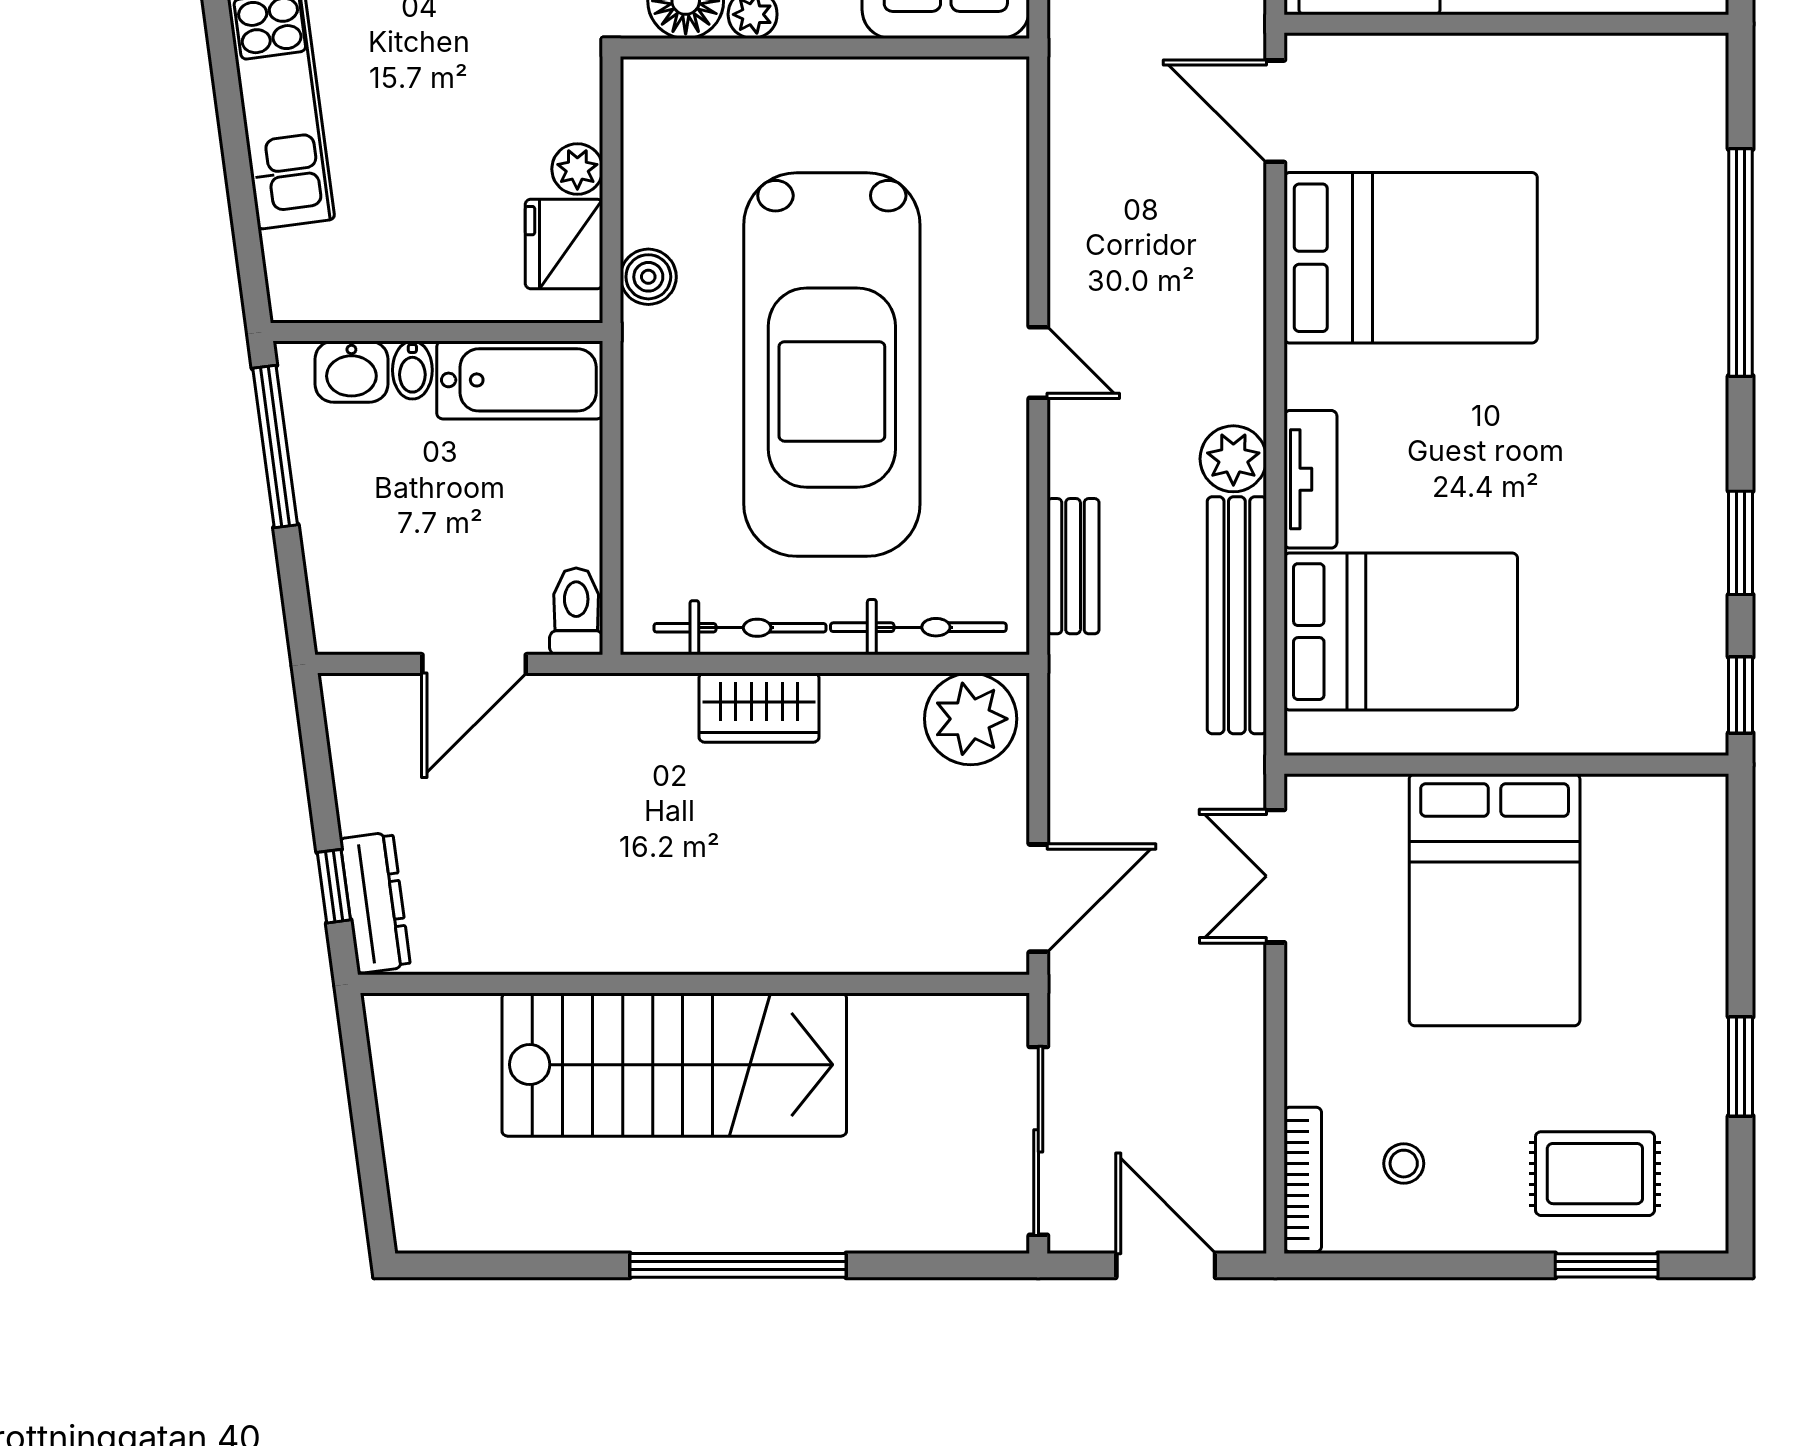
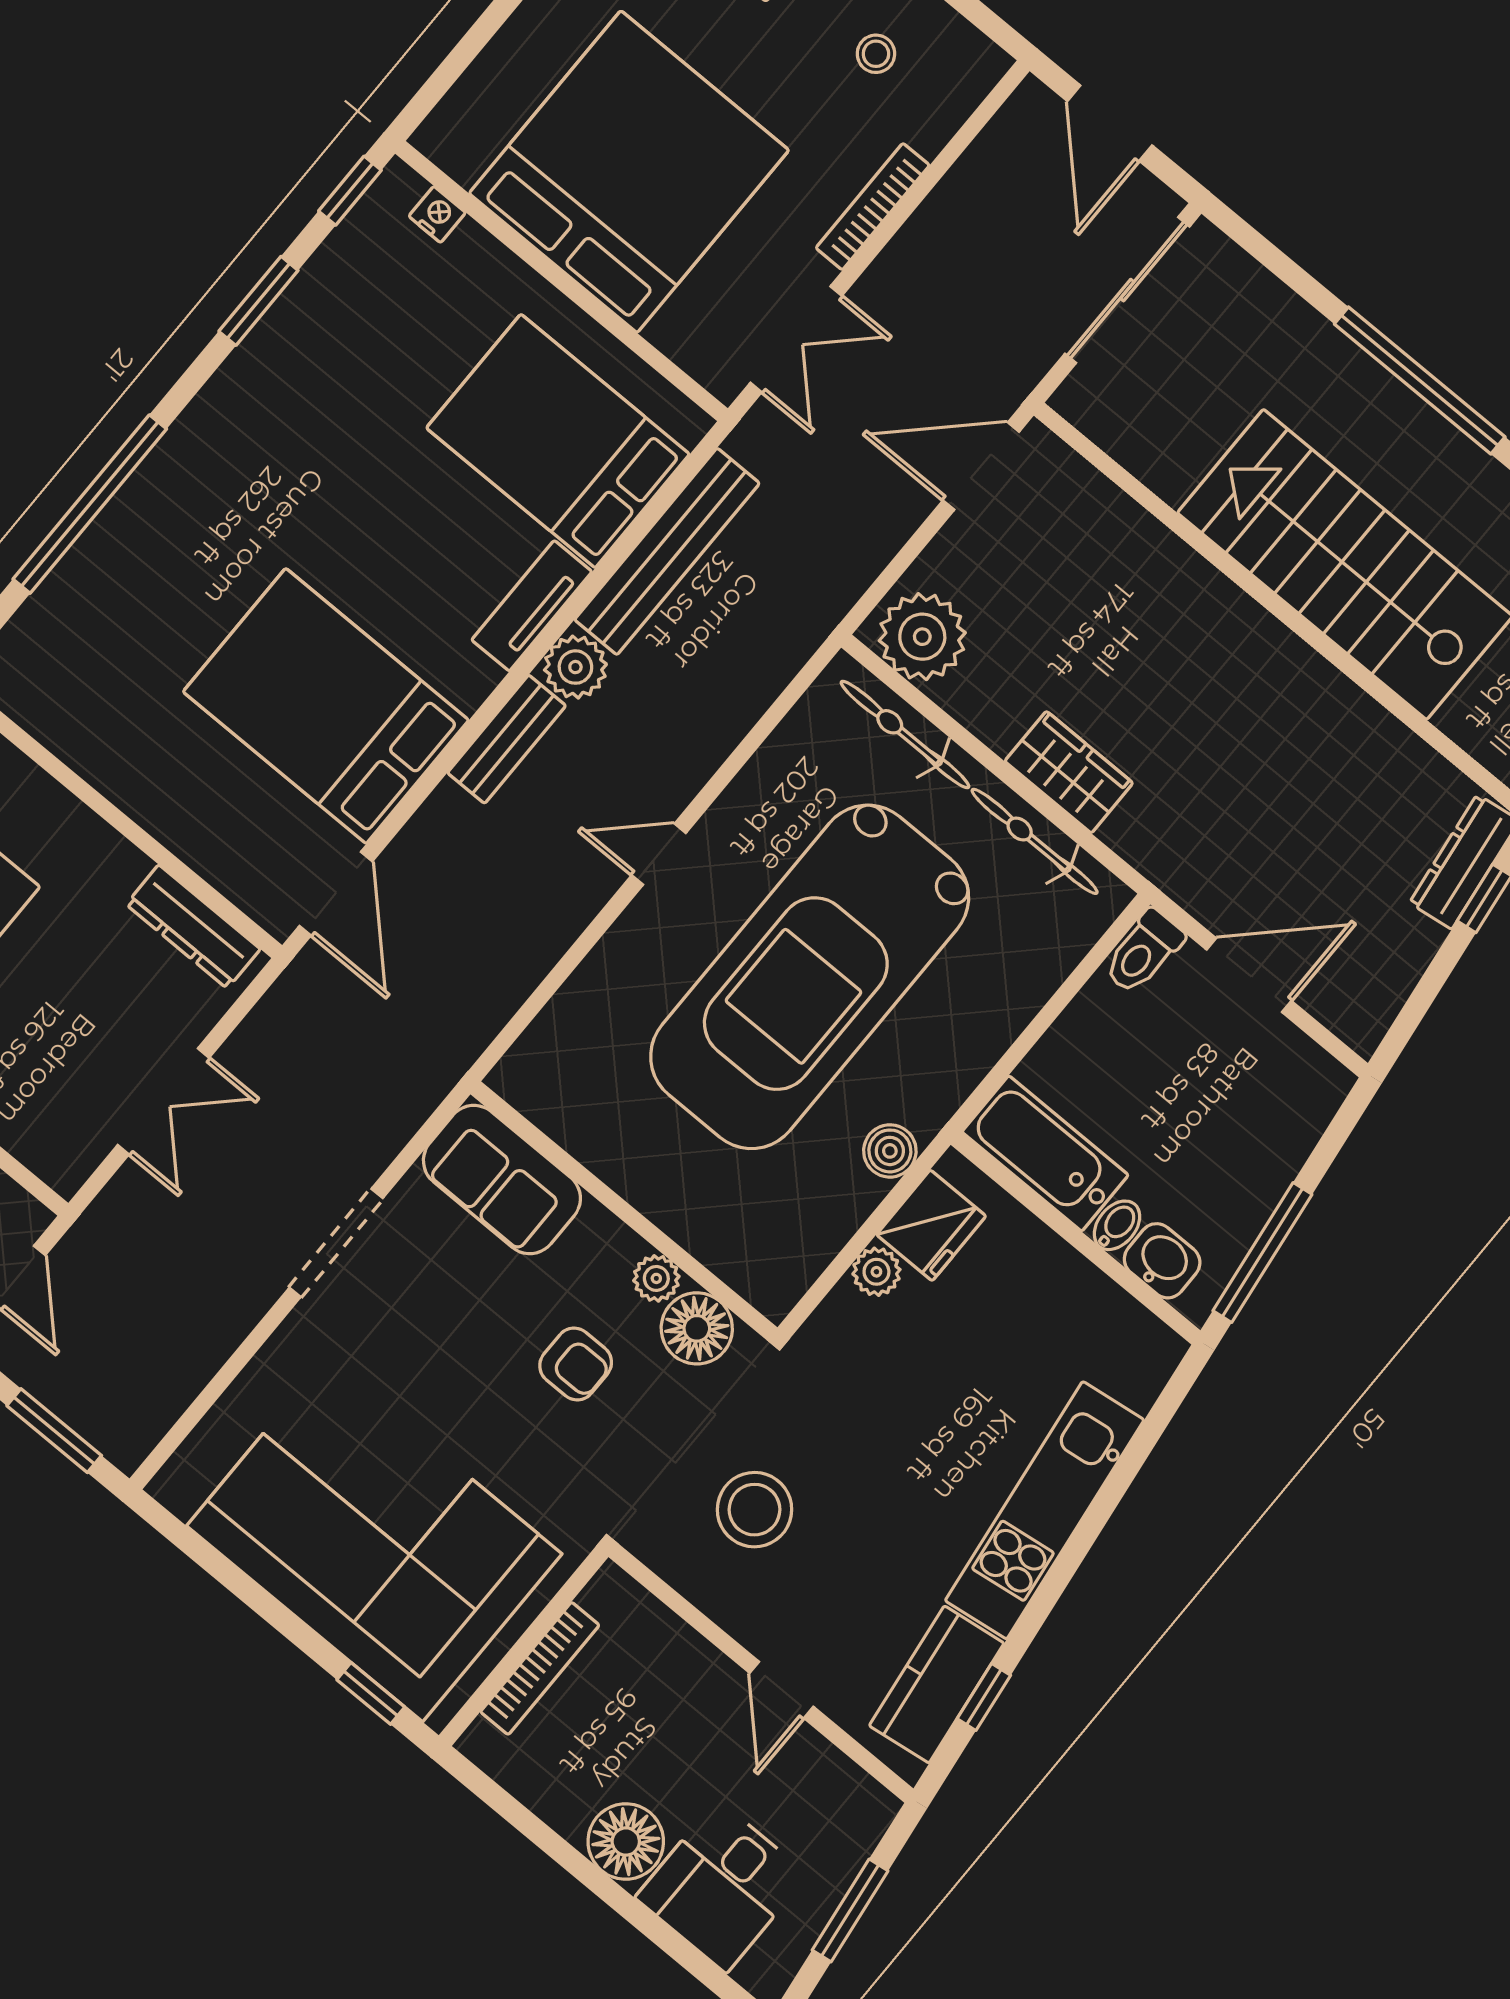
door: (1038, 362) -> (659, 854), hinge flipped
car: (832, 365) -> (810, 977), turned 180
bench: (1073, 566) -> (507, 739), moved
nightstand: (1653, 735) -> (437, 214), added
bed: (1495, 900) -> (629, 172), width x1.36
bookcase: (1303, 1180) -> (873, 207), moved

